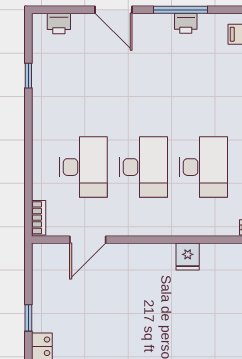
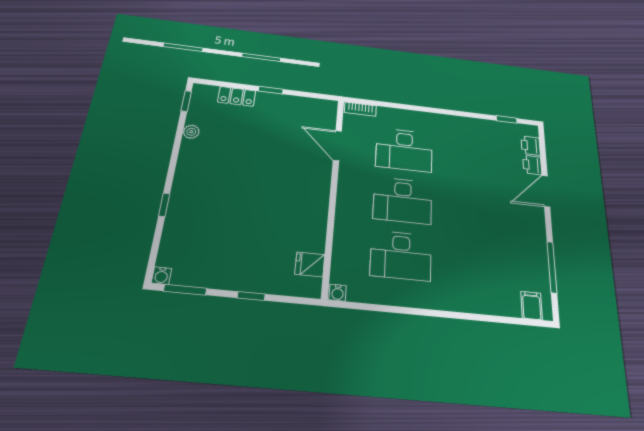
window: (180, 10) -> (552, 267), moved
printer: (186, 23) -> (532, 165), moved
window: (28, 76) -> (507, 119), moved
fridge: (188, 257) -> (310, 264), moved

